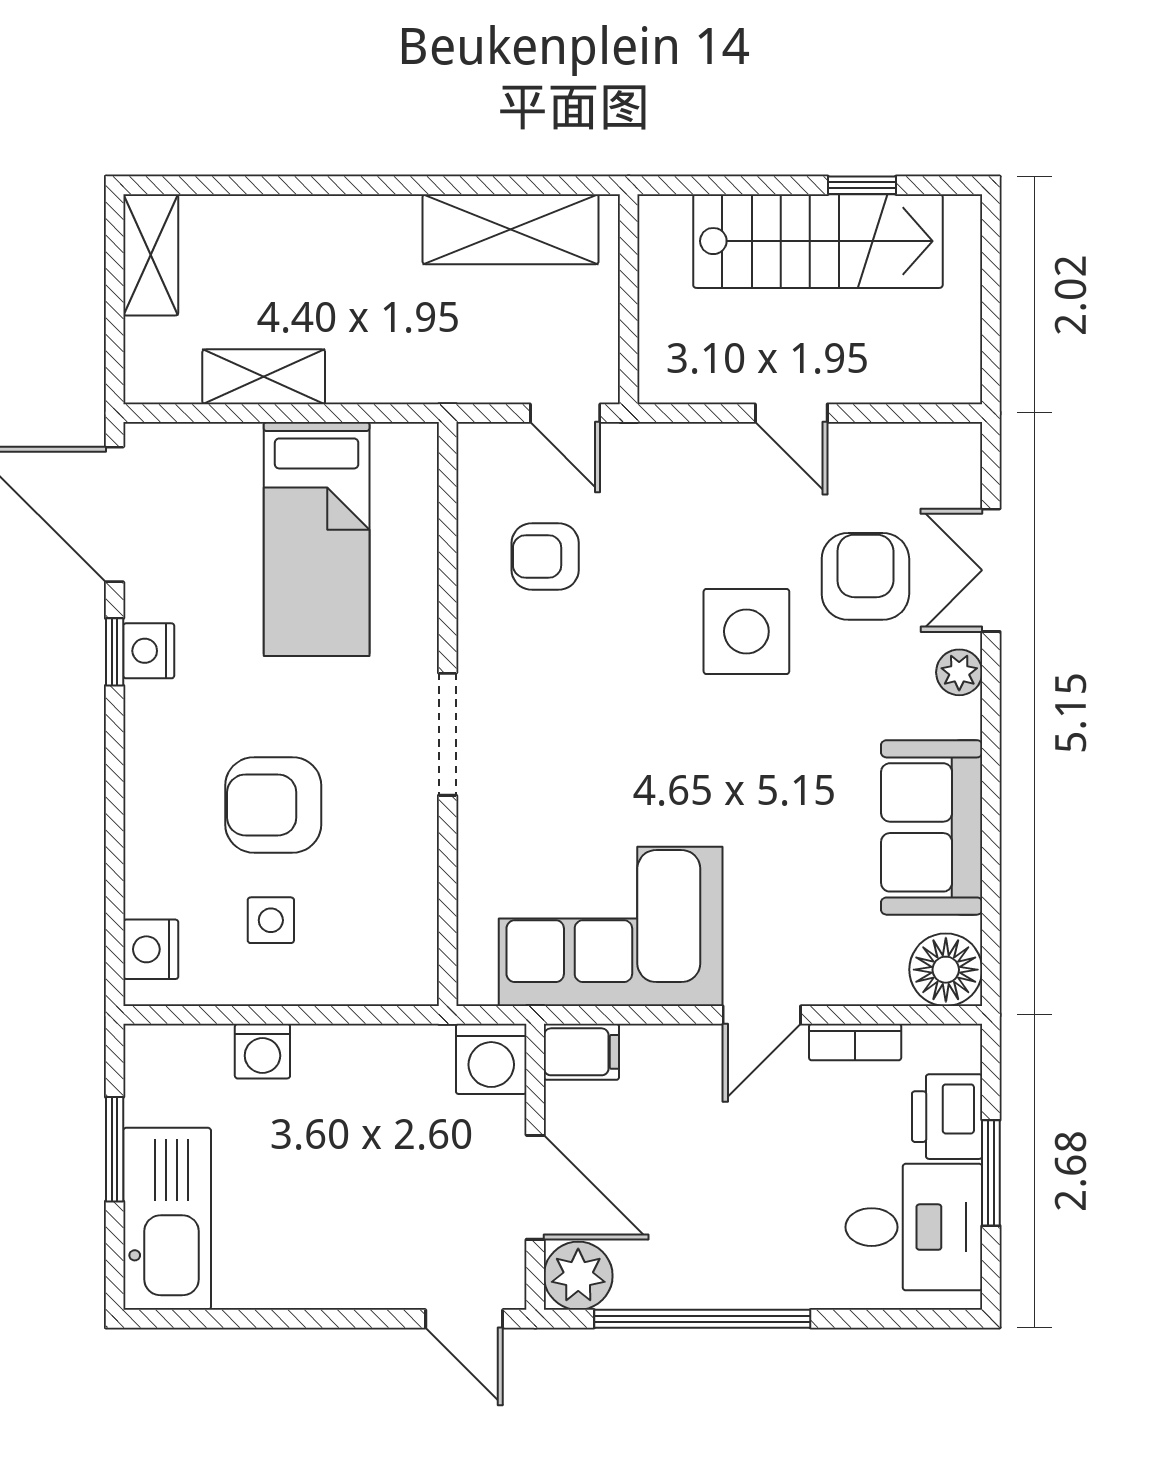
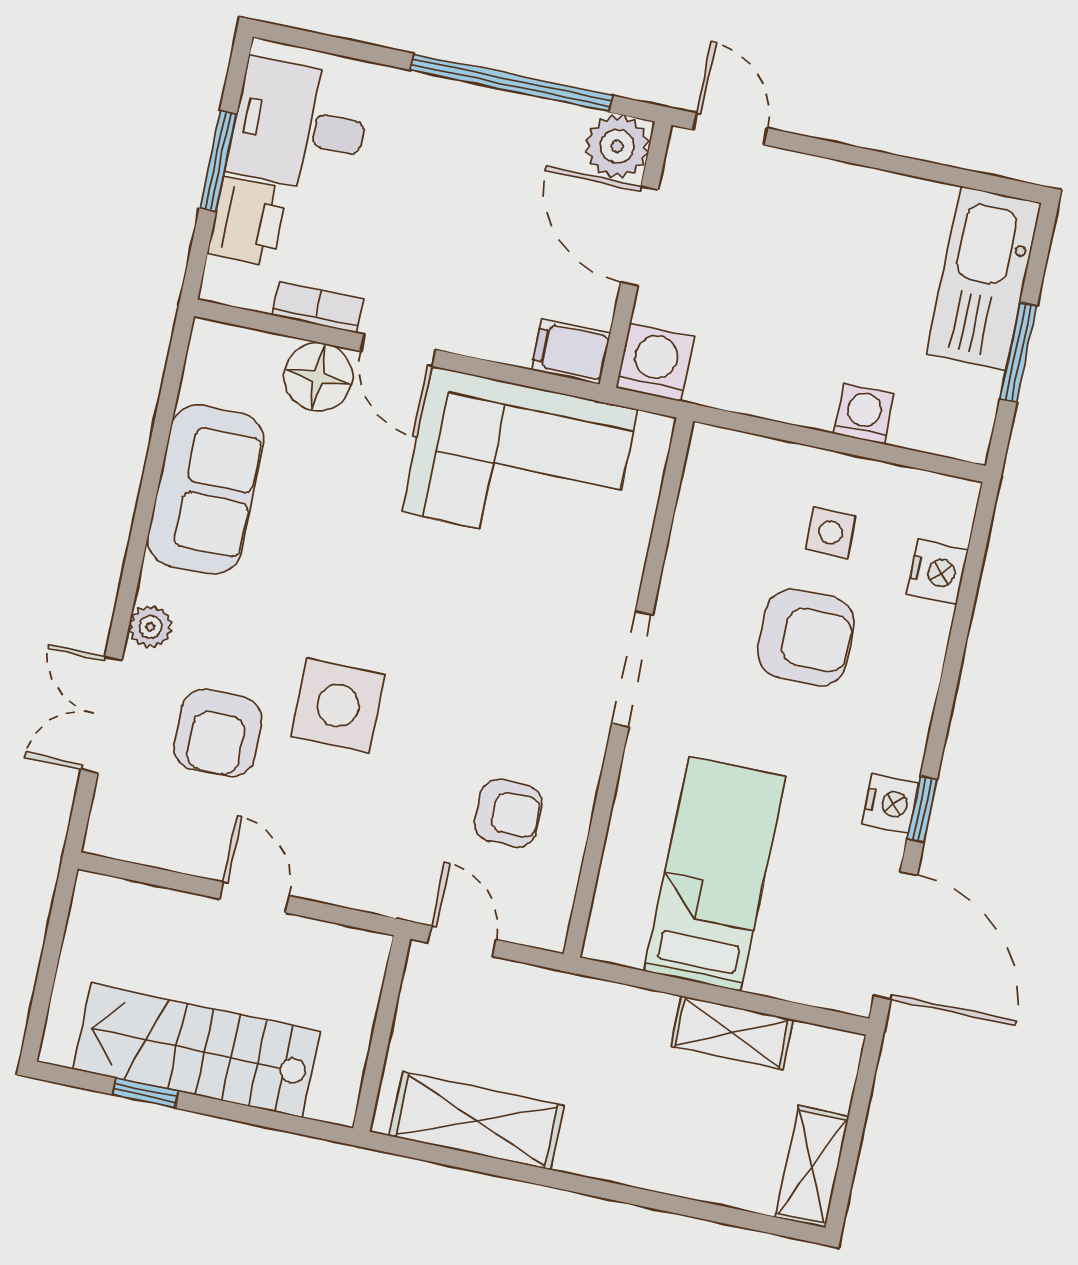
double door: (991, 570) -> (101, 714), swing flipped
nightstand: (151, 949) -> (937, 572), moved
floor lamp: (946, 970) -> (318, 377), moved
door: (762, 1015) -> (398, 350), swing flipped

